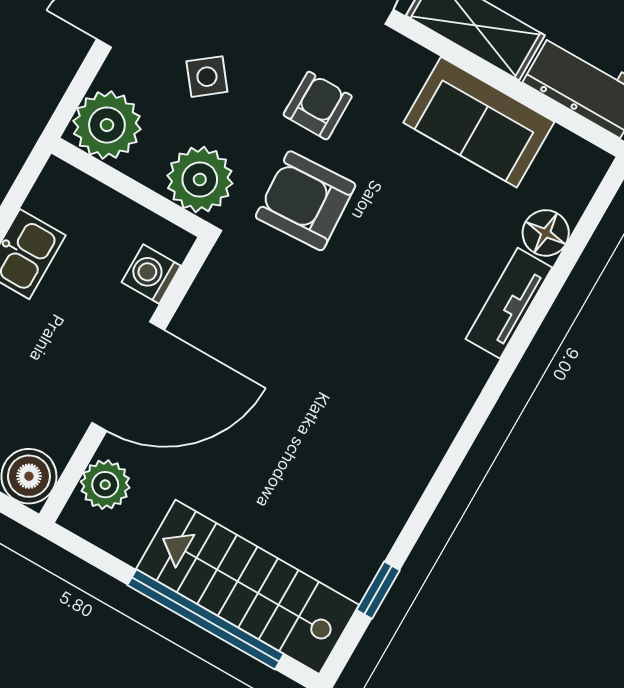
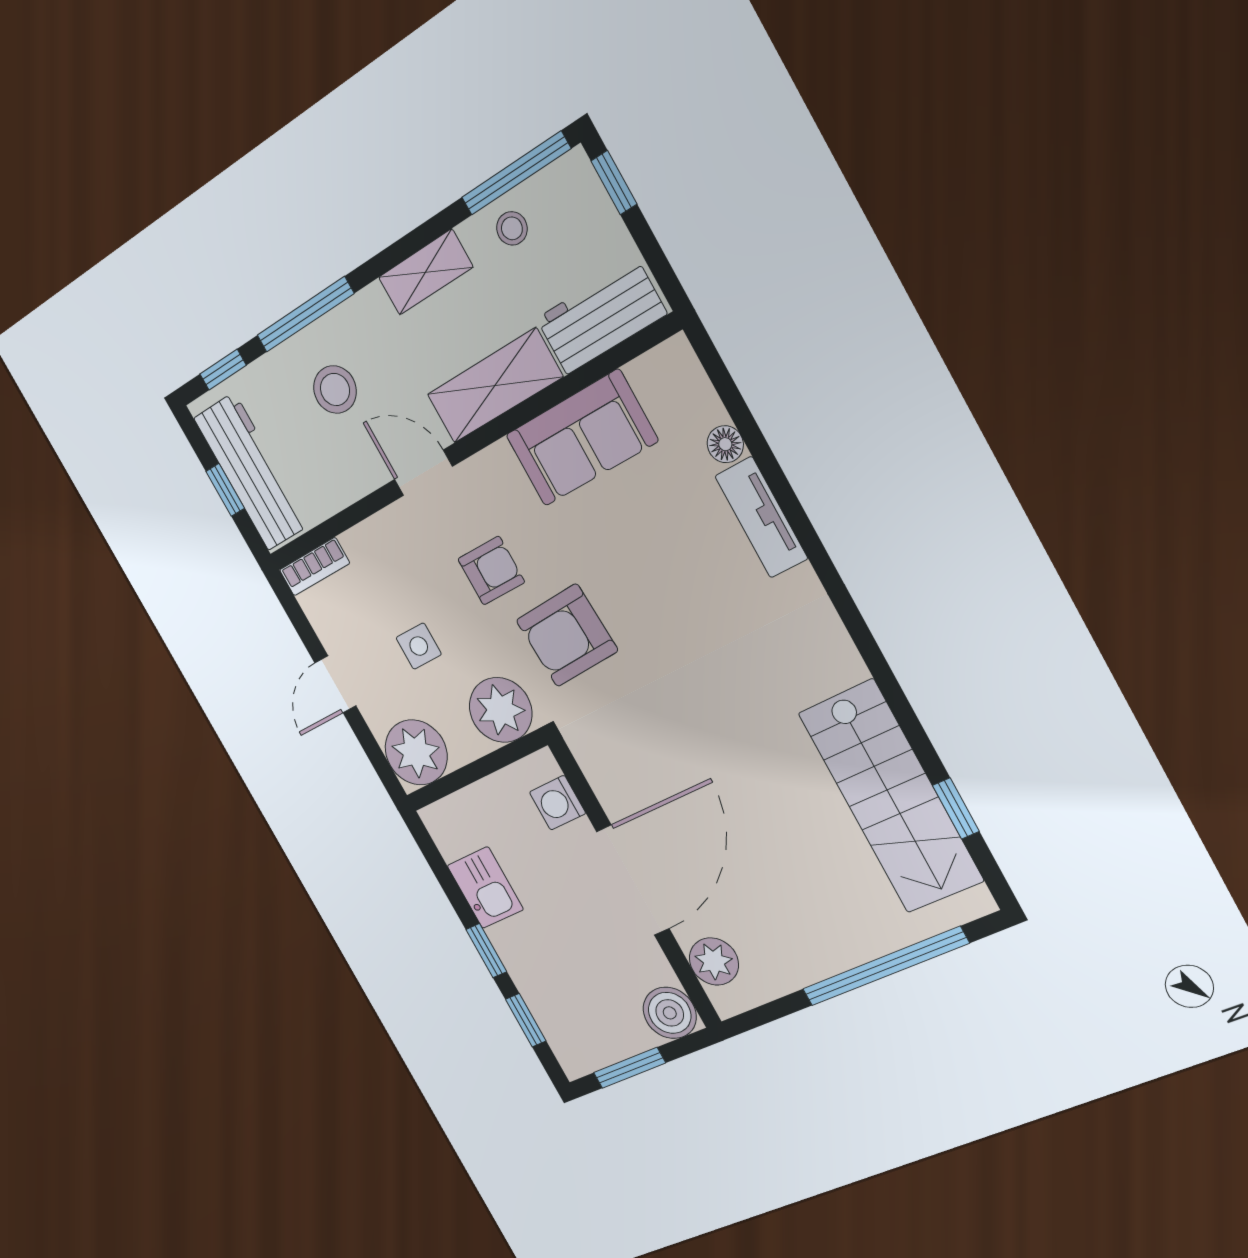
side table: (207, 77) -> (419, 646), turned 38
armchair: (318, 106) -> (491, 571), turned 90
floor lamp: (546, 233) -> (725, 444), width x0.73, depth x0.73
stairs: (247, 587) -> (891, 797), moved, turned -90

